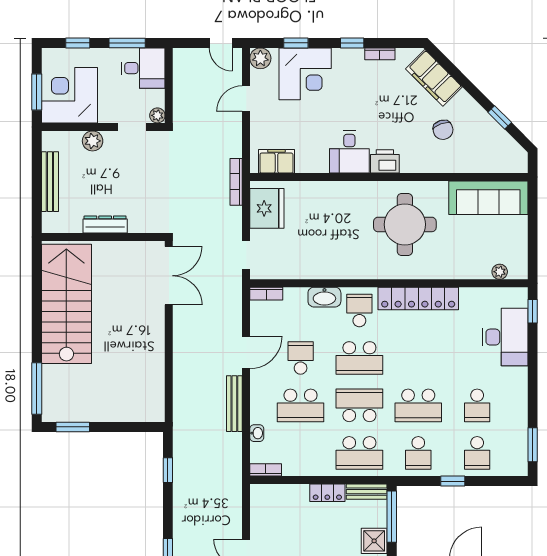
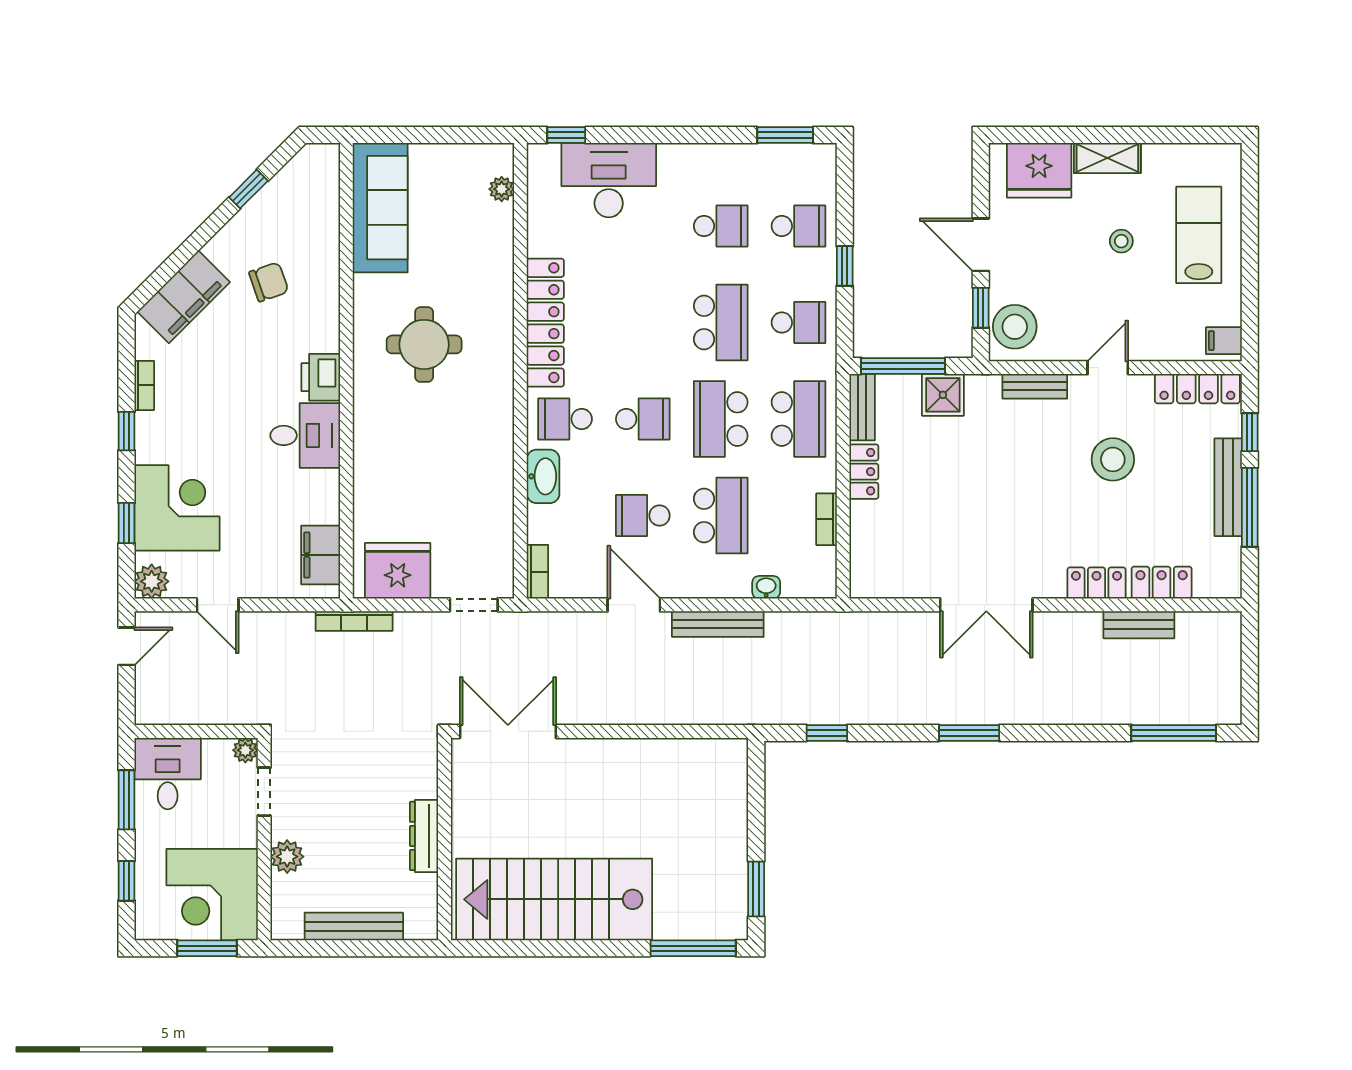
round table: (405, 224) -> (424, 344), width x0.73, depth x0.73
school desk: (359, 358) -> (643, 419), width x0.54
bookcase: (266, 470) -> (826, 519), moved

